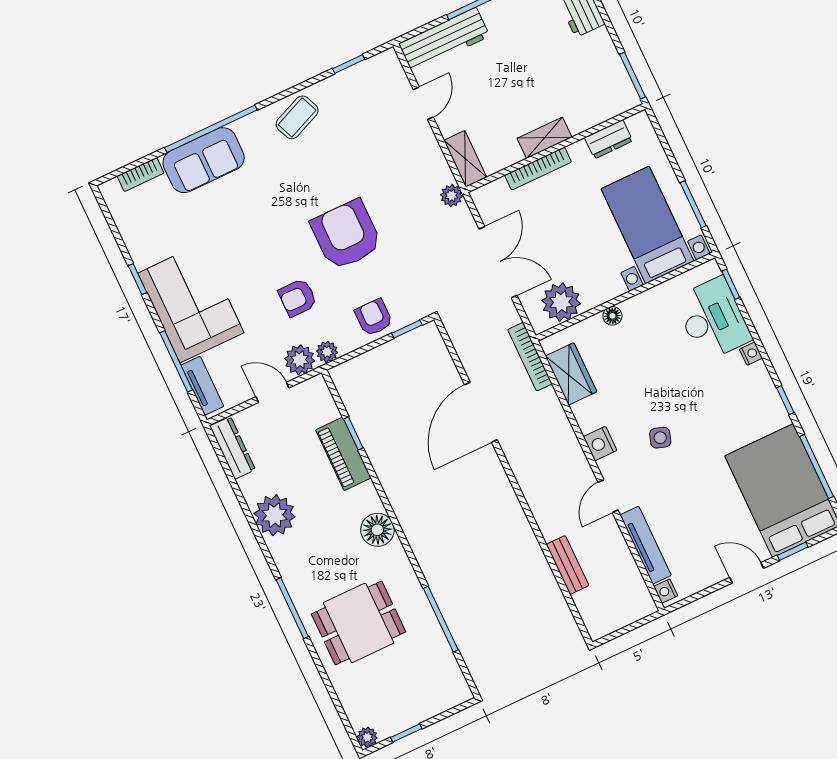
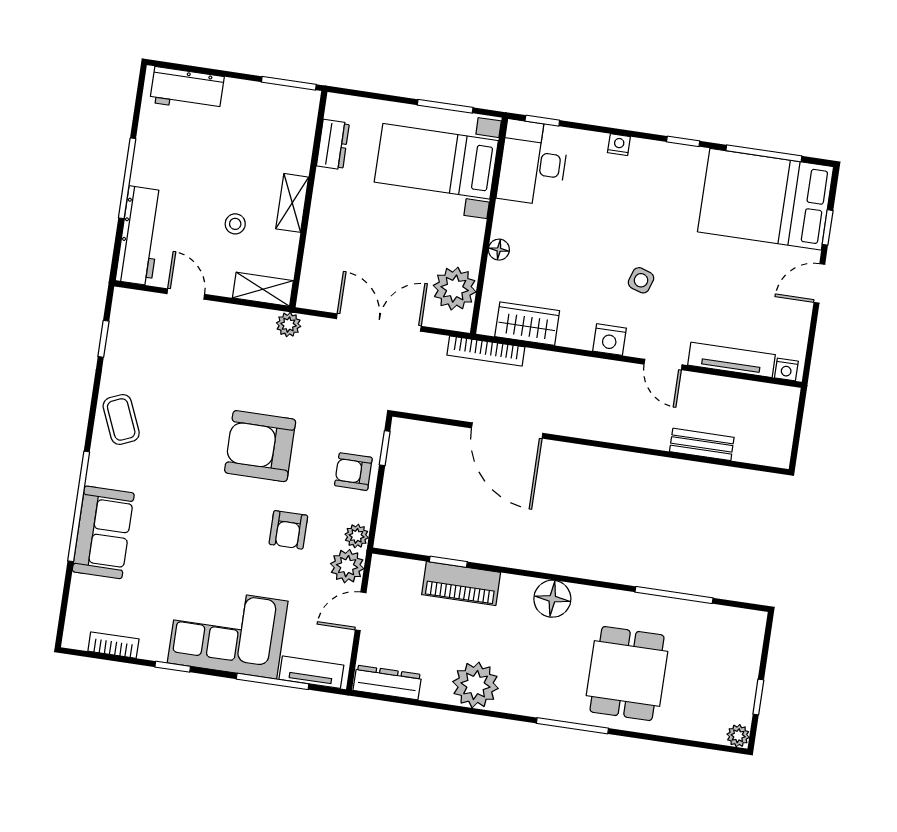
stool: (500, 105) -> (235, 224), added
bookcase: (538, 169) -> (317, 228), removed
bookcase: (141, 175) -> (113, 645), moved, turned -90
desk: (713, 319) -> (533, 163), moved, turned -90

